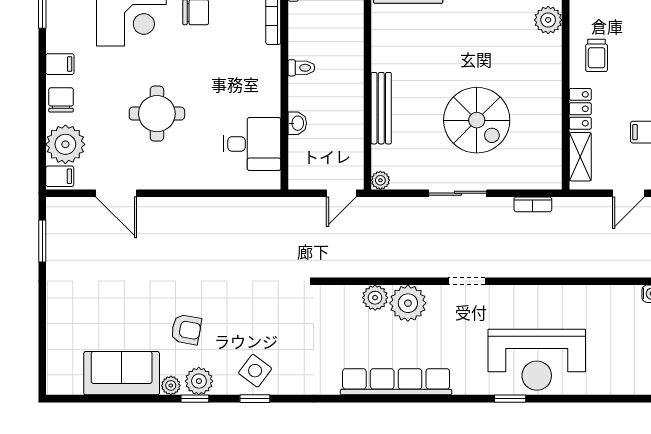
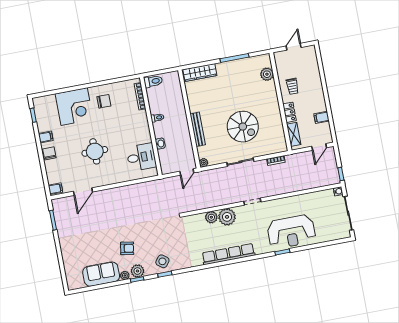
plant: (65, 144) -> (55, 174), removed
door: (116, 193) -> (83, 192), hinge flipped

